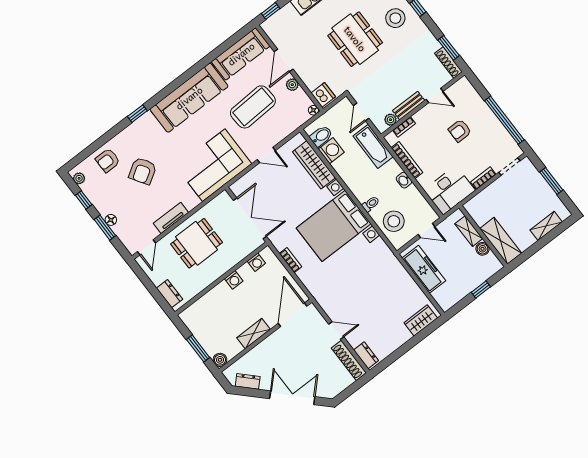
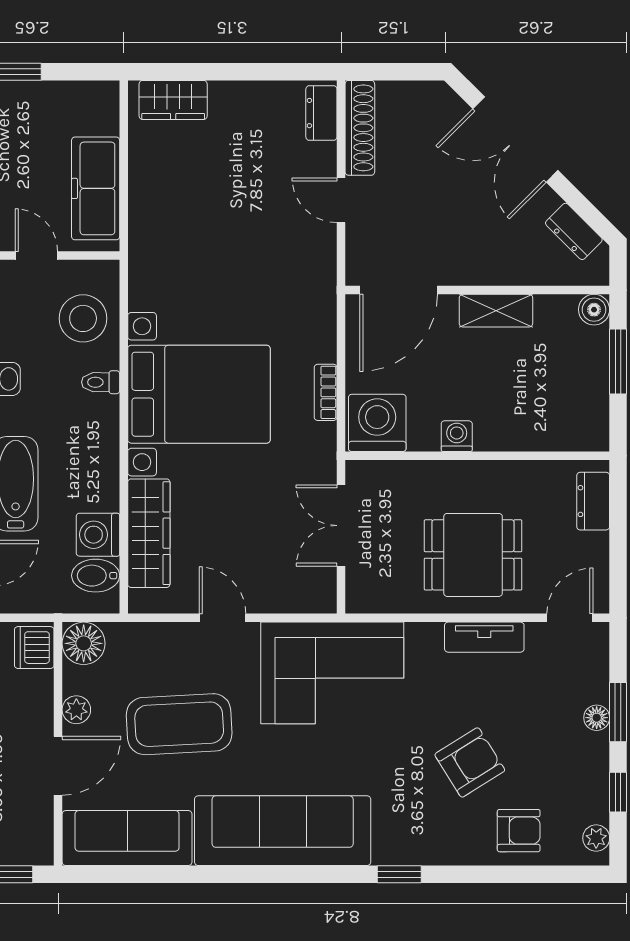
floor lamp: (313, 110) -> (84, 643), width x1.89, depth x1.89
double door: (250, 218) -> (341, 526), width x0.73
washing machine: (256, 262) -> (377, 423), width x1.89, depth x1.89

